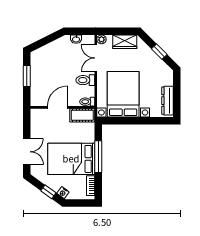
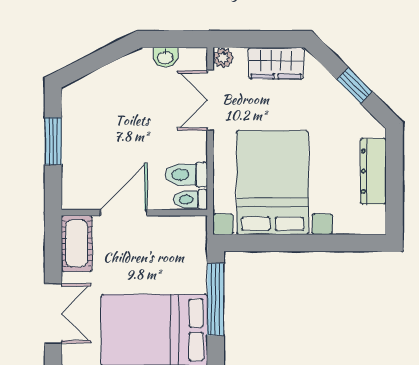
toilet: (85, 80) -> (186, 175), moved
dresser: (167, 101) -> (373, 171), moved
cot: (82, 115) -> (77, 243), moved, turned 90
window: (98, 157) -> (216, 299), moved

